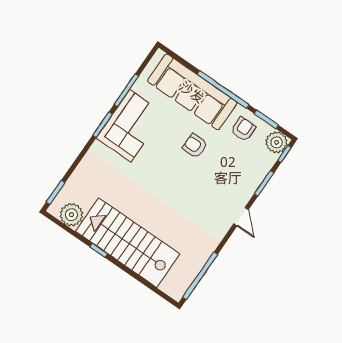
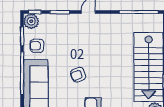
armchair: (195, 146) -> (78, 75), moved, turned 69

